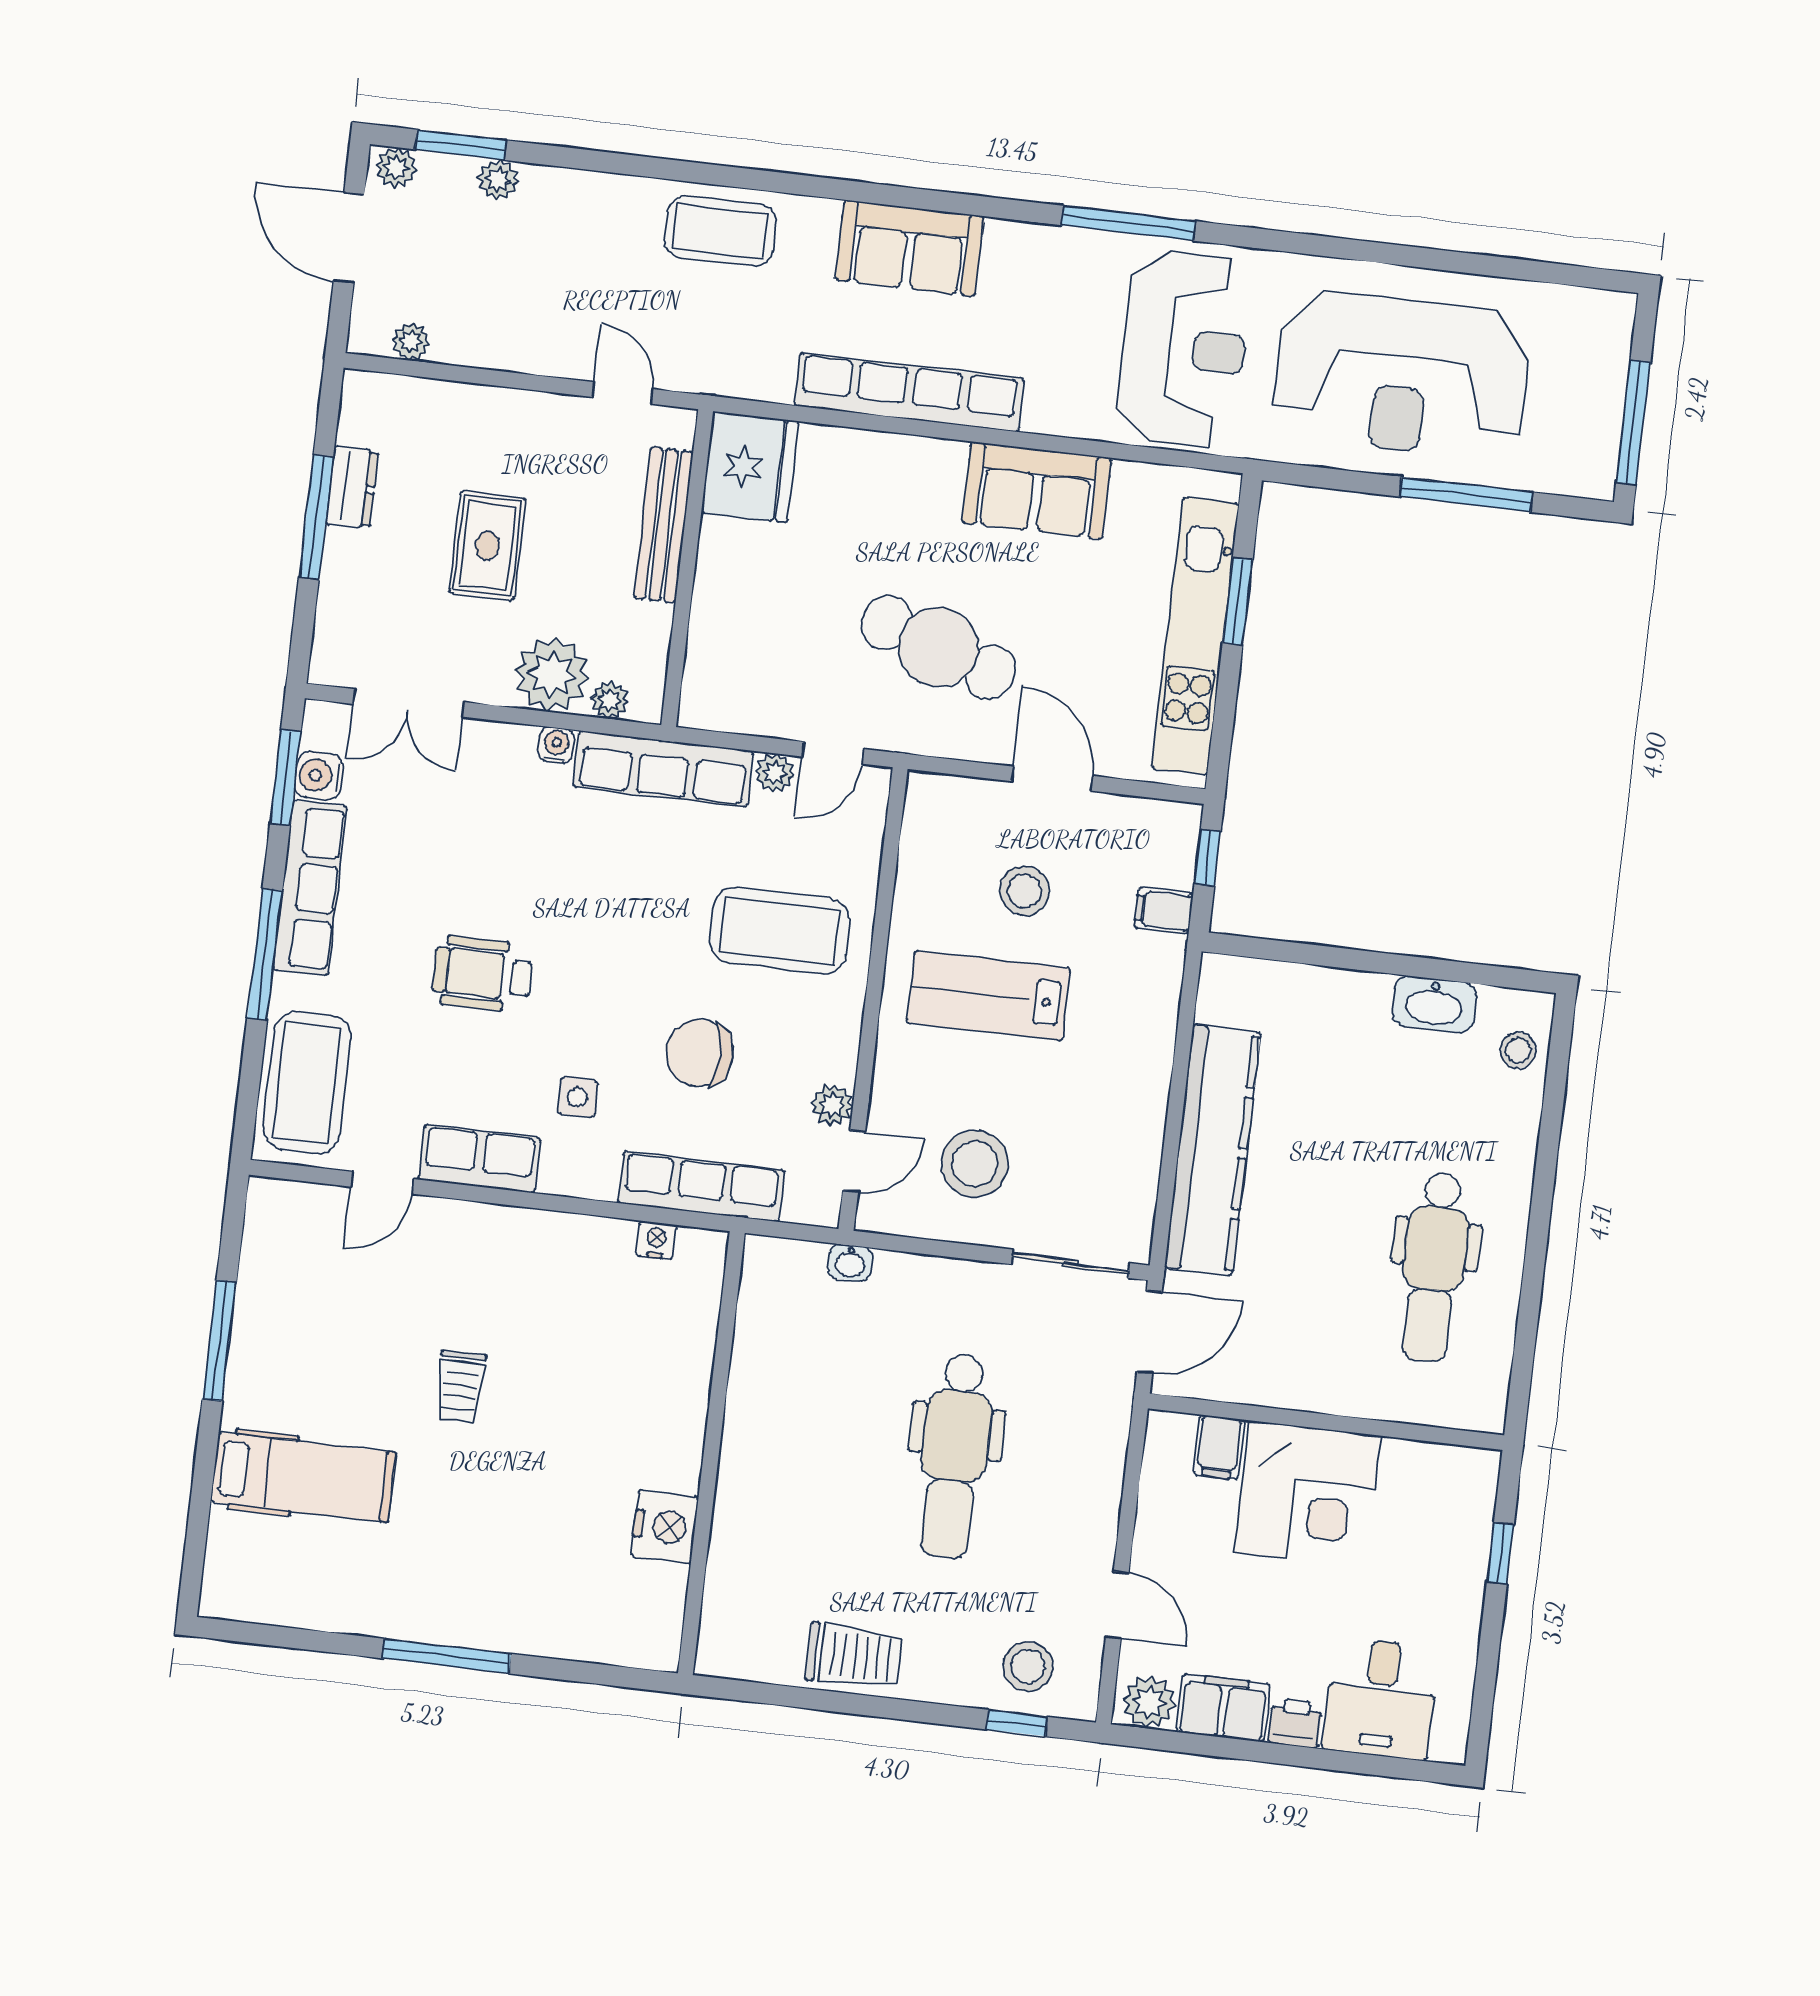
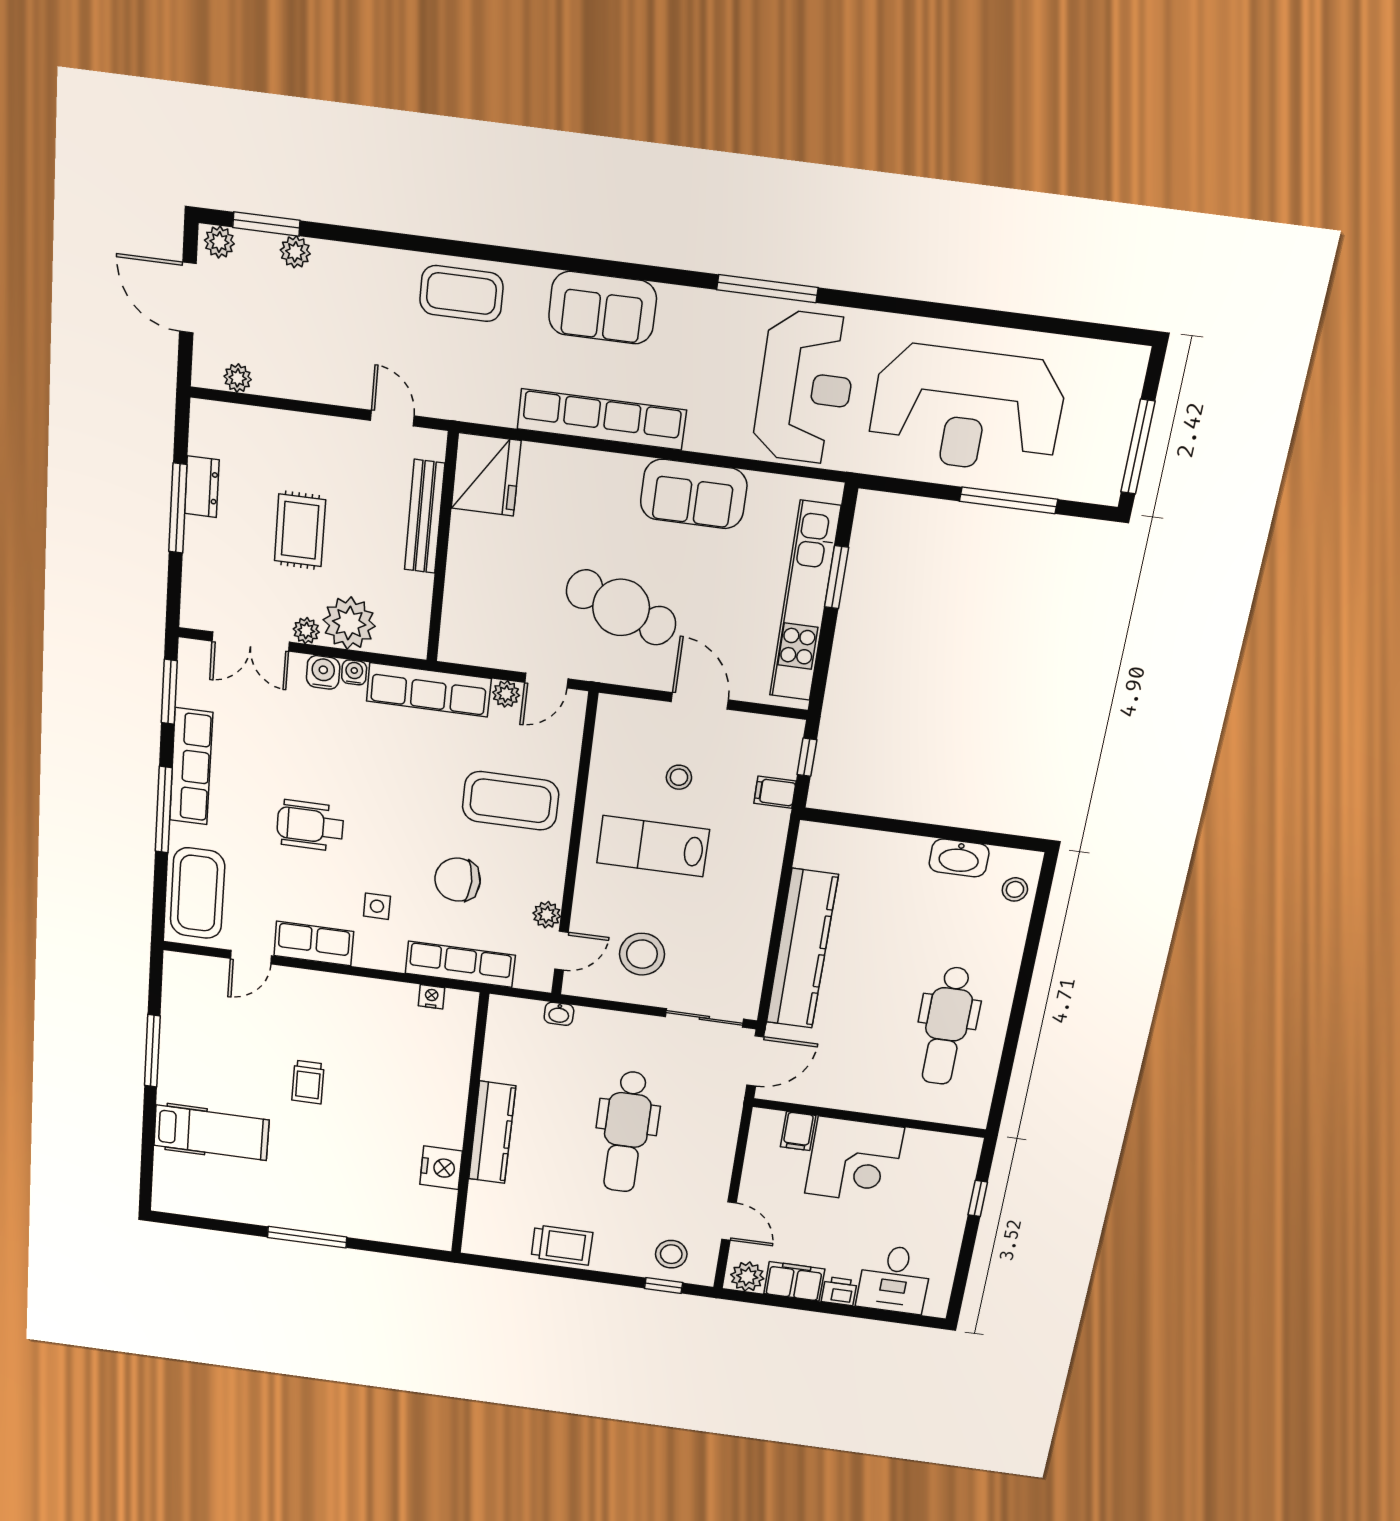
plant: (610, 700) -> (306, 631), moved
water cooler: (319, 776) -> (323, 672), moved, turned 90
stool: (1025, 891) -> (679, 777), width x0.73, depth x0.73
kitchen counter: (746, 1464) -> (492, 1133), added

